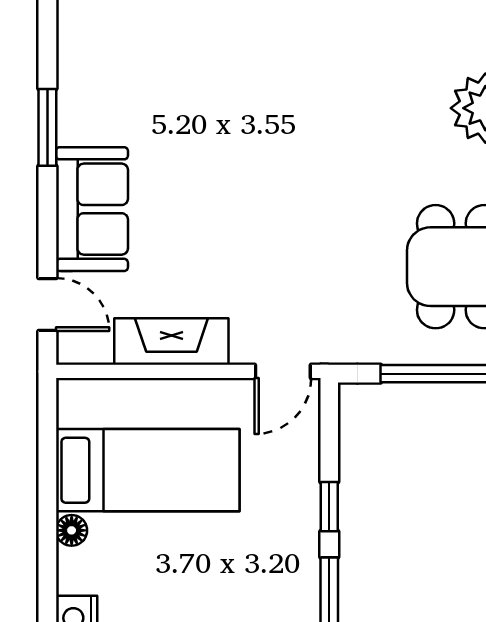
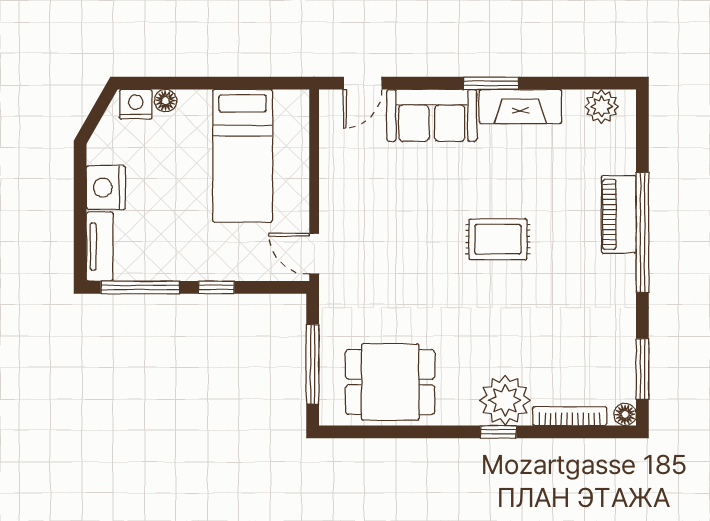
rug: (263, 118) -> (498, 239), added
fireplace: (171, 341) -> (520, 106), moved, turned 90
floor lamp: (72, 530) -> (166, 101), moved

